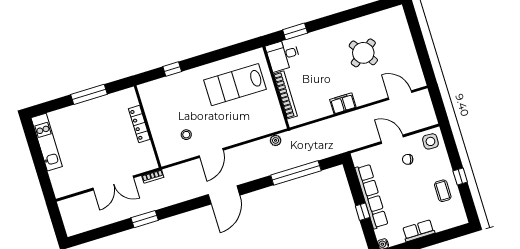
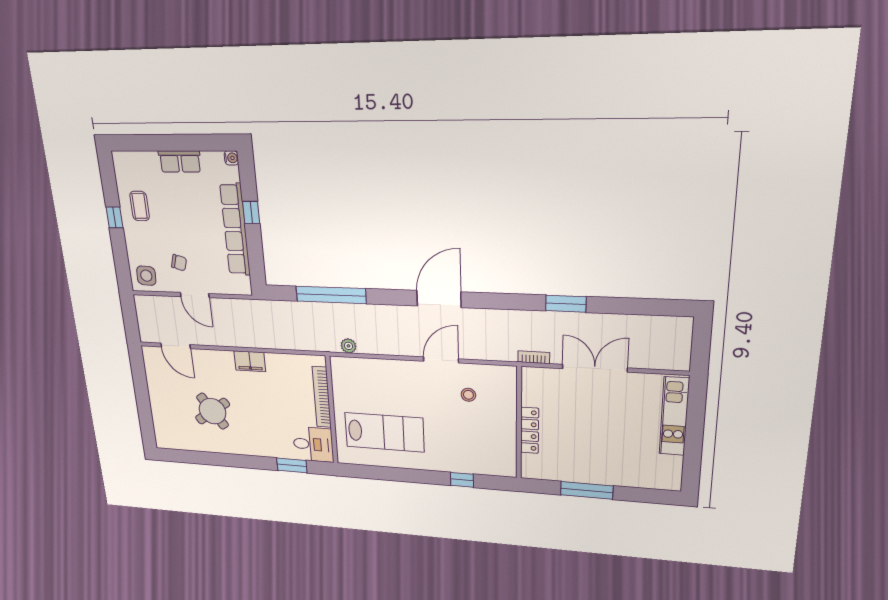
kitchen unit: (47, 142) -> (674, 416), moved

